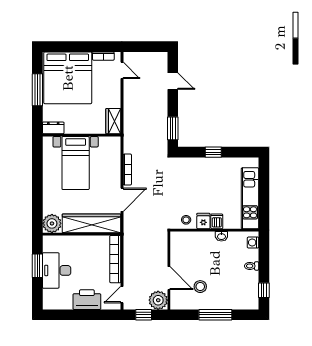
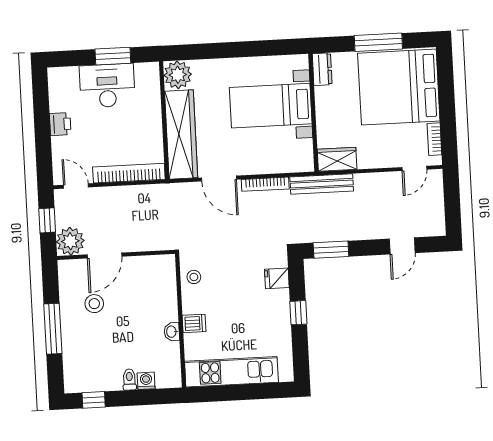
bench: (129, 132) -> (322, 184), added
fridge: (203, 221) -> (277, 278), moved, turned 180
washing machine: (253, 243) -> (146, 381), moved
printer: (87, 300) -> (60, 124), width x0.53, depth x0.68

